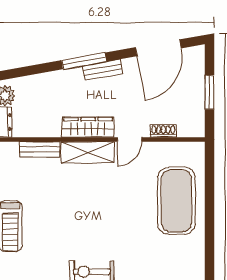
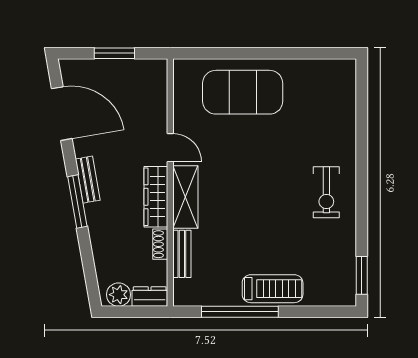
shoe rack: (163, 131) -> (160, 244), moved

